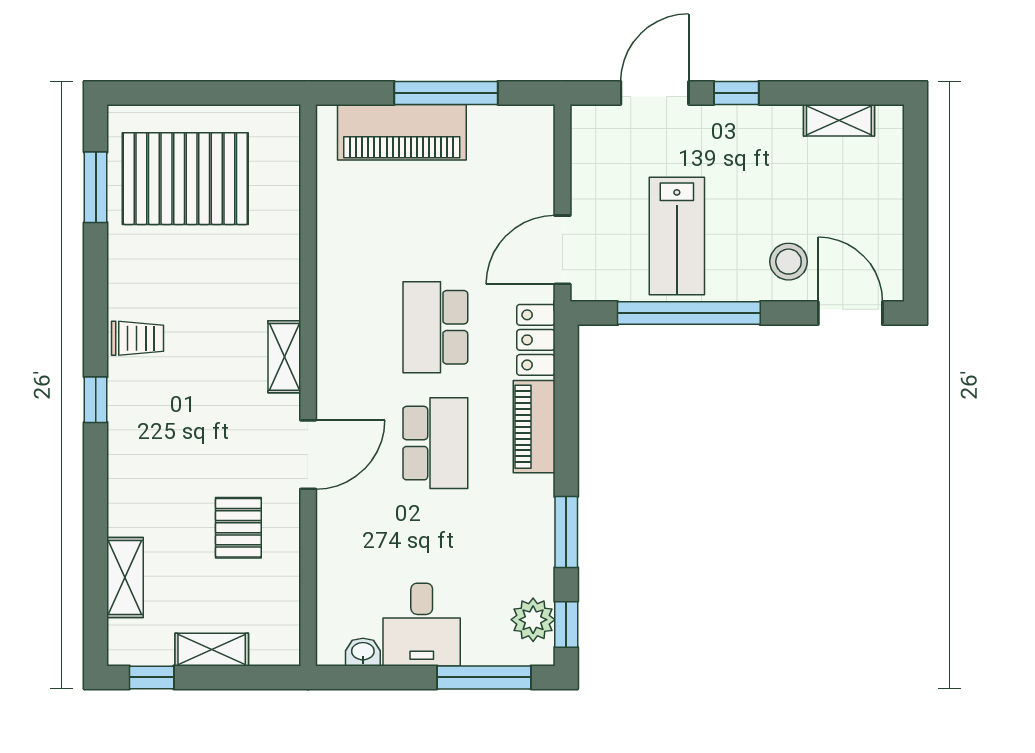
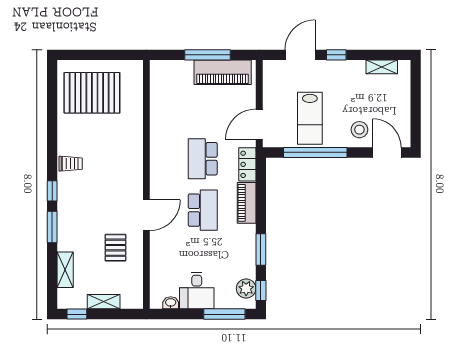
piano: (402, 132) -> (223, 72), moved
window: (96, 187) -> (52, 227), moved
shelving: (284, 357) -> (136, 172), removed

